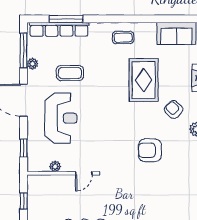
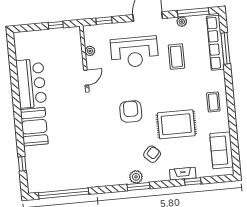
armchair: (150, 150) -> (131, 111), moved
door: (84, 173) -> (86, 78), swing flipped

